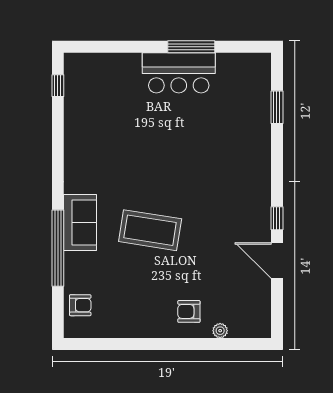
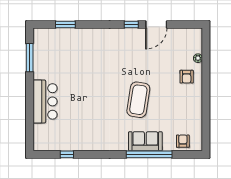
window: (191, 47) -> (30, 58), moved
bar counter: (179, 73) -> (45, 101), moved
window: (58, 86) -> (67, 154), moved
sofa: (80, 222) -> (145, 141), moved

